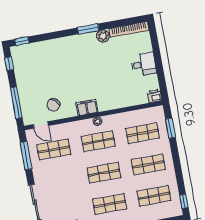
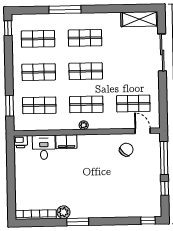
window: (9, 64) -> (165, 188), moved
desk: (143, 64) -> (44, 147), moved, turned 90
filing cabinet: (87, 108) -> (66, 142), moved
window: (26, 156) -> (163, 102), removed

